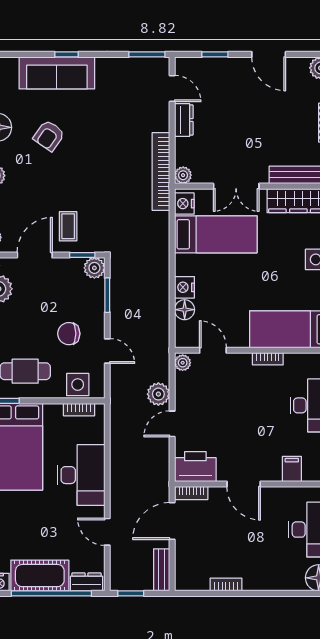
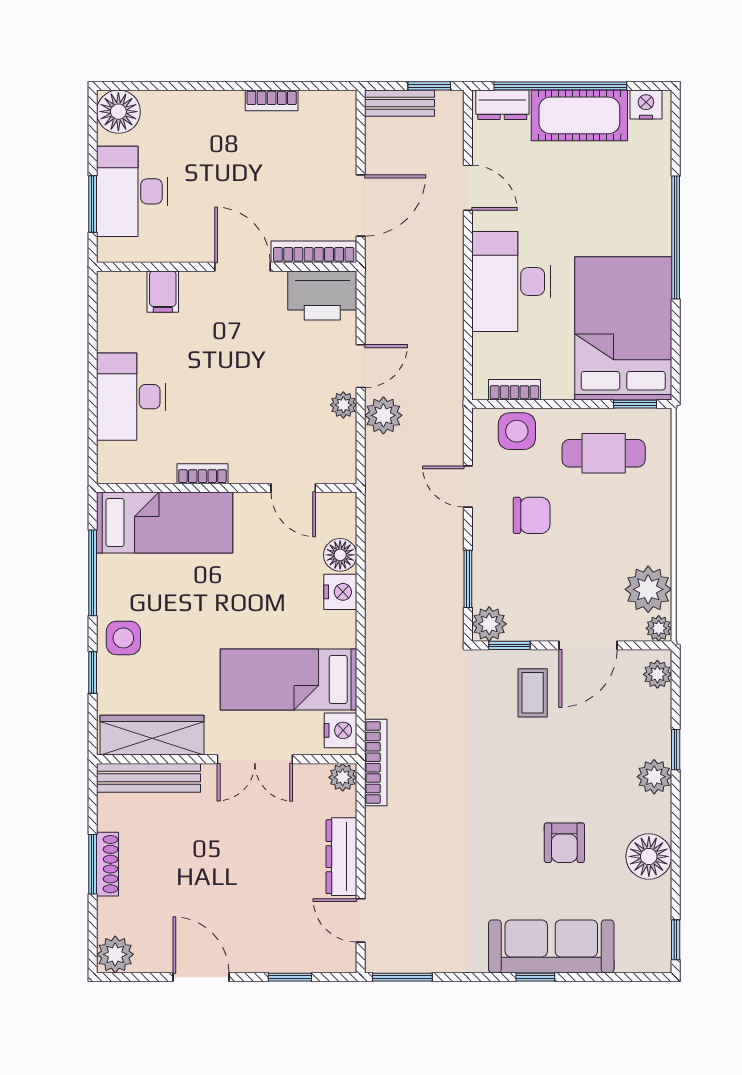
dresser: (184, 120) -> (341, 857), width x1.44
armchair: (49, 136) -> (564, 843), turned 145
bookcase: (161, 172) -> (376, 762), width x0.68, depth x0.76
double door: (236, 186) -> (255, 759), swing flipped
plant: (183, 363) -> (343, 405), moved
bookcase: (191, 493) -> (314, 252), width x1.56
bench: (162, 570) -> (400, 103), moved, turned 90

